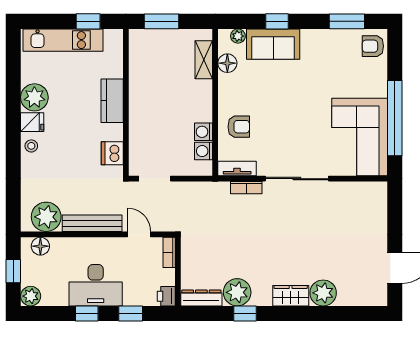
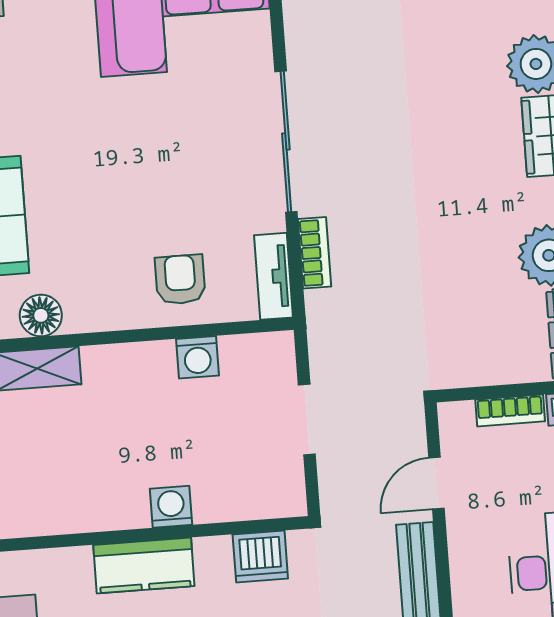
washing machine: (204, 151) -> (171, 507), moved, turned 180
doorway: (155, 179) -> (307, 420), moved
bookcase: (169, 252) -> (510, 410), moved

